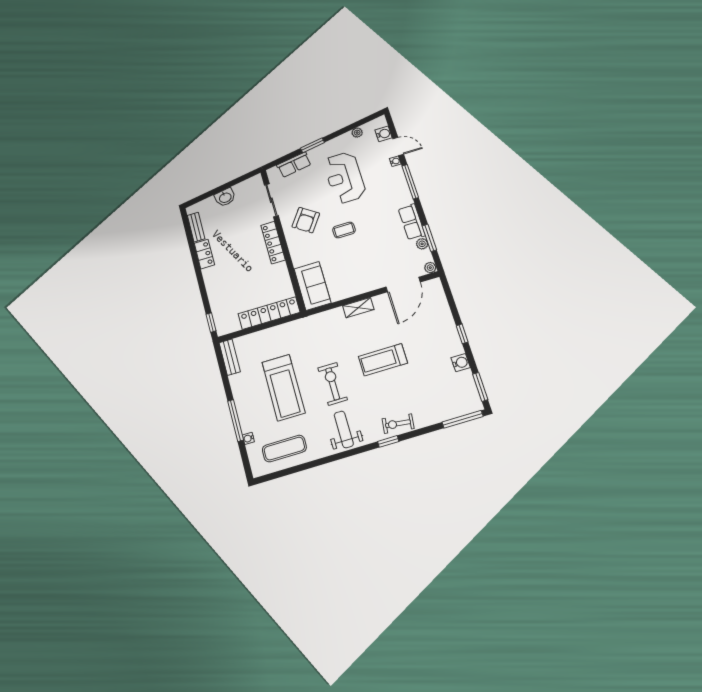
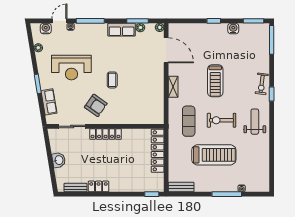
sofa: (312, 286) -> (147, 114), removed
weight bench: (344, 429) -> (255, 122), turned 90
exercise mat: (284, 449) -> (189, 121), moved

